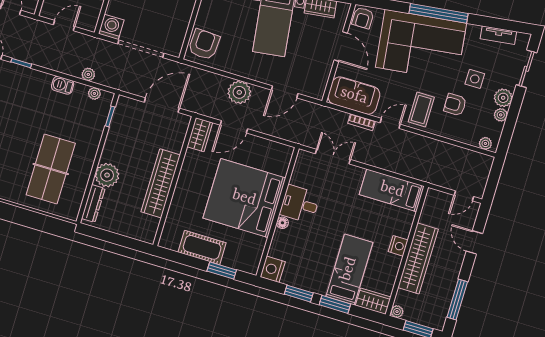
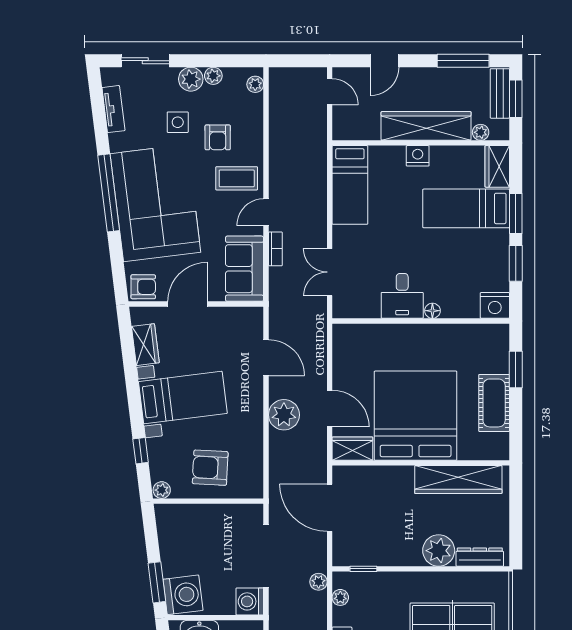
armchair: (204, 44) -> (210, 468), moved
plant: (88, 74) -> (319, 582), moved
door: (390, 123) -> (266, 212), hinge flipped
wardrobe: (161, 183) -> (458, 480), moved
bed: (244, 198) -> (416, 416), moved, turned 180
plant: (397, 312) -> (481, 132), moved
bench: (426, 319) -> (500, 93), added

